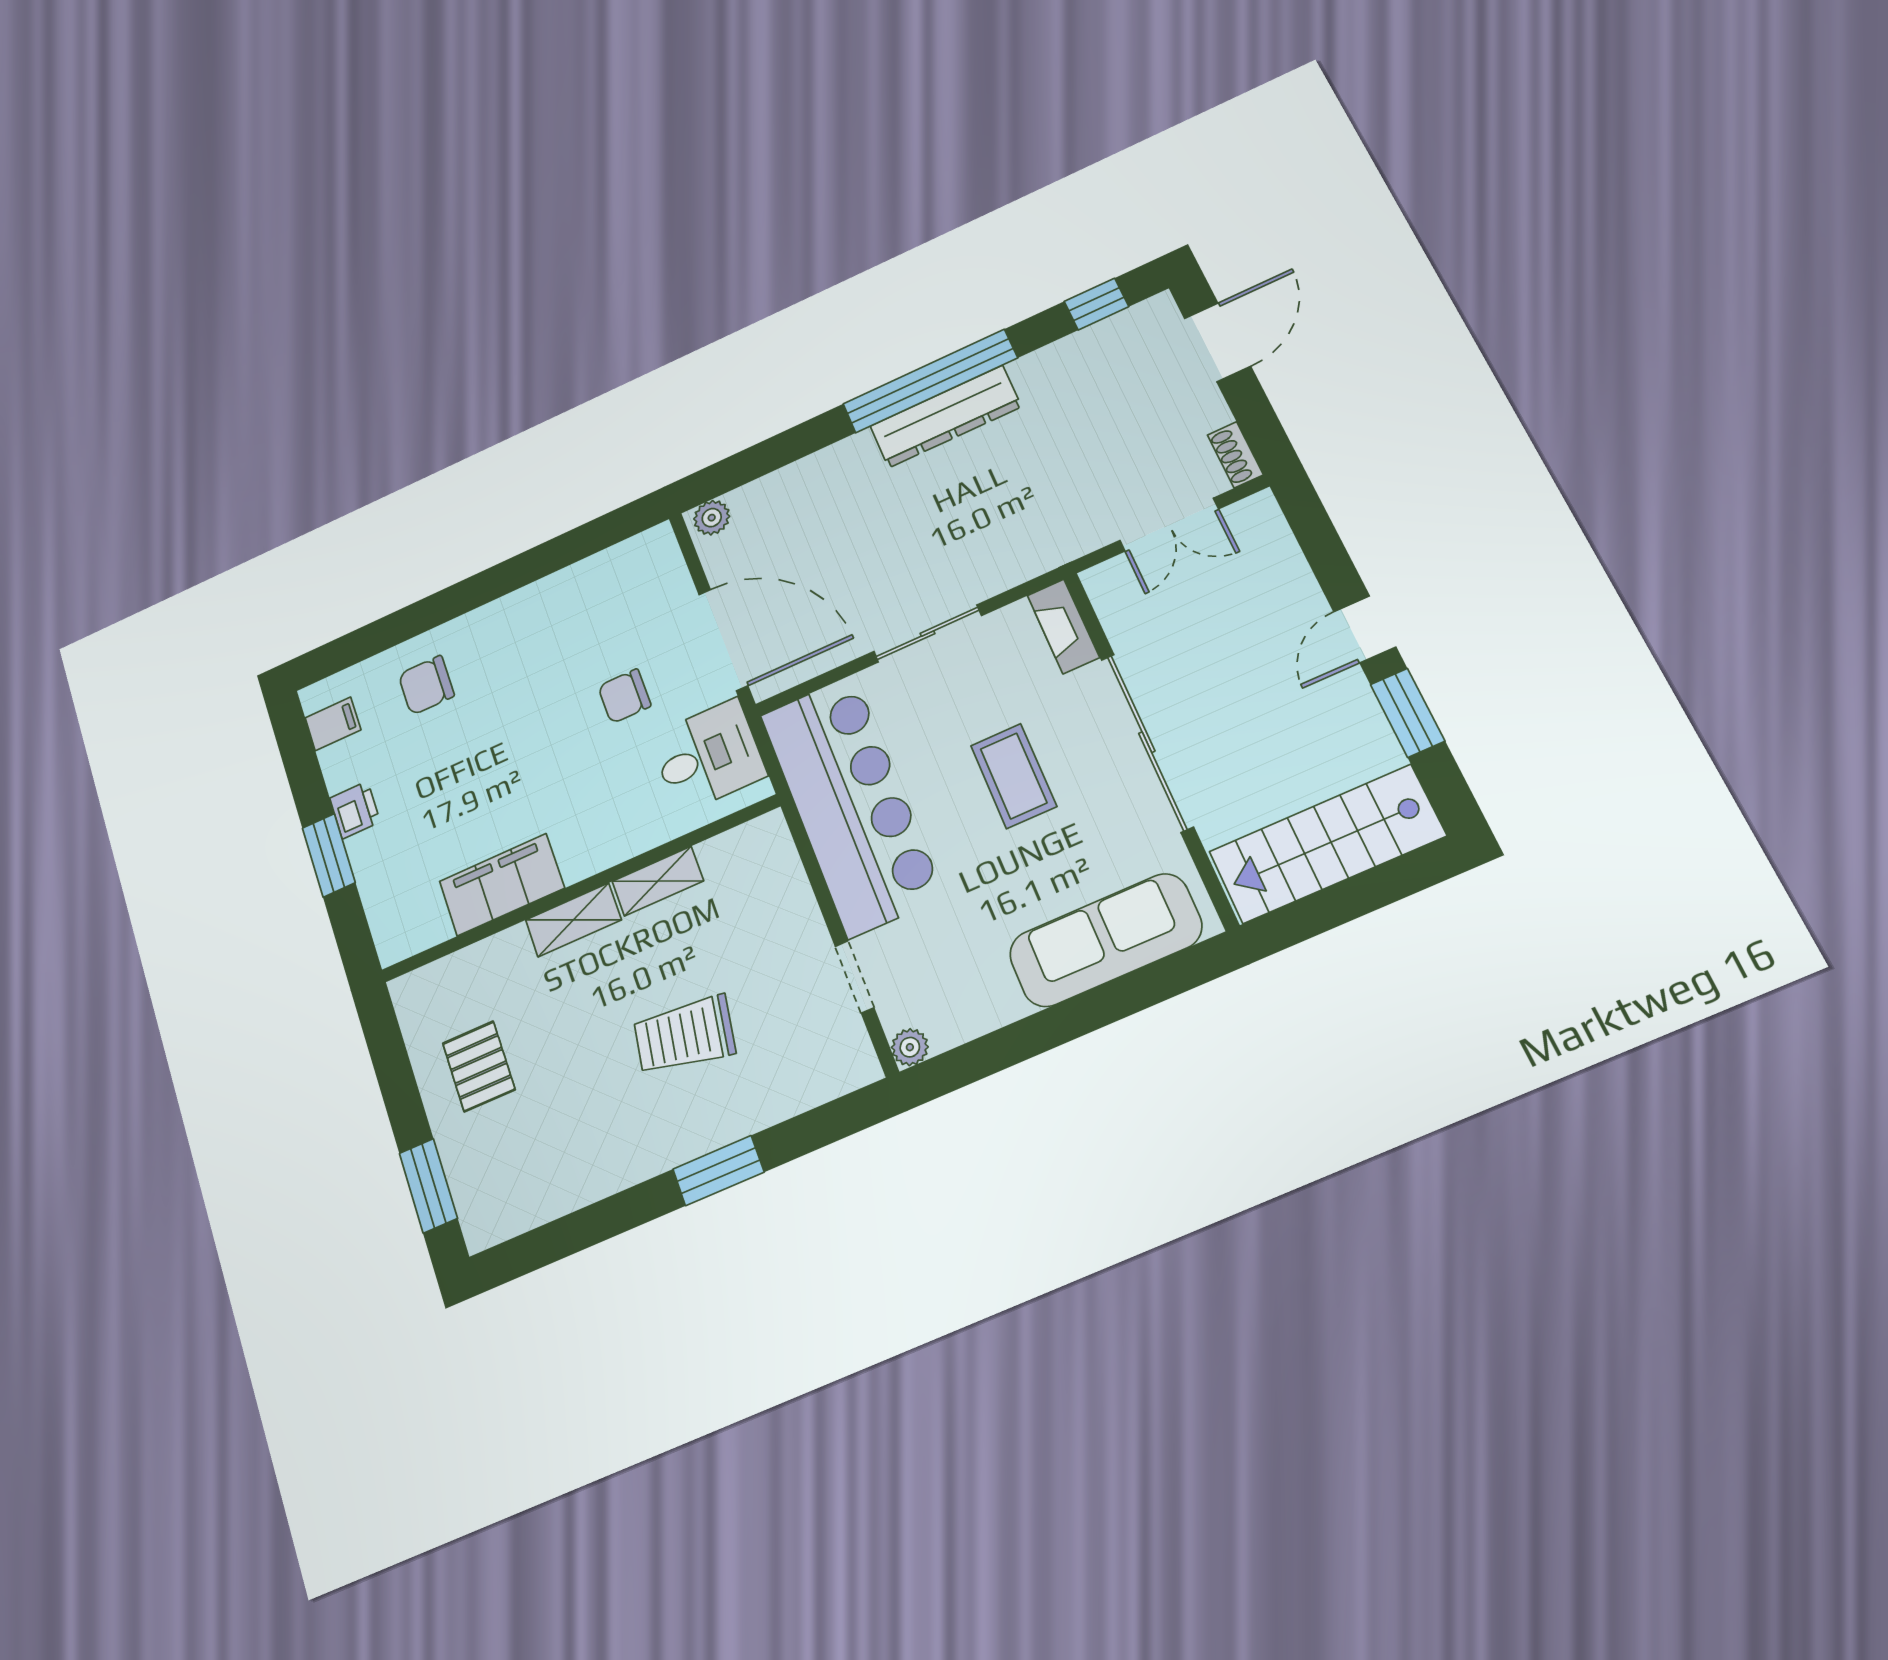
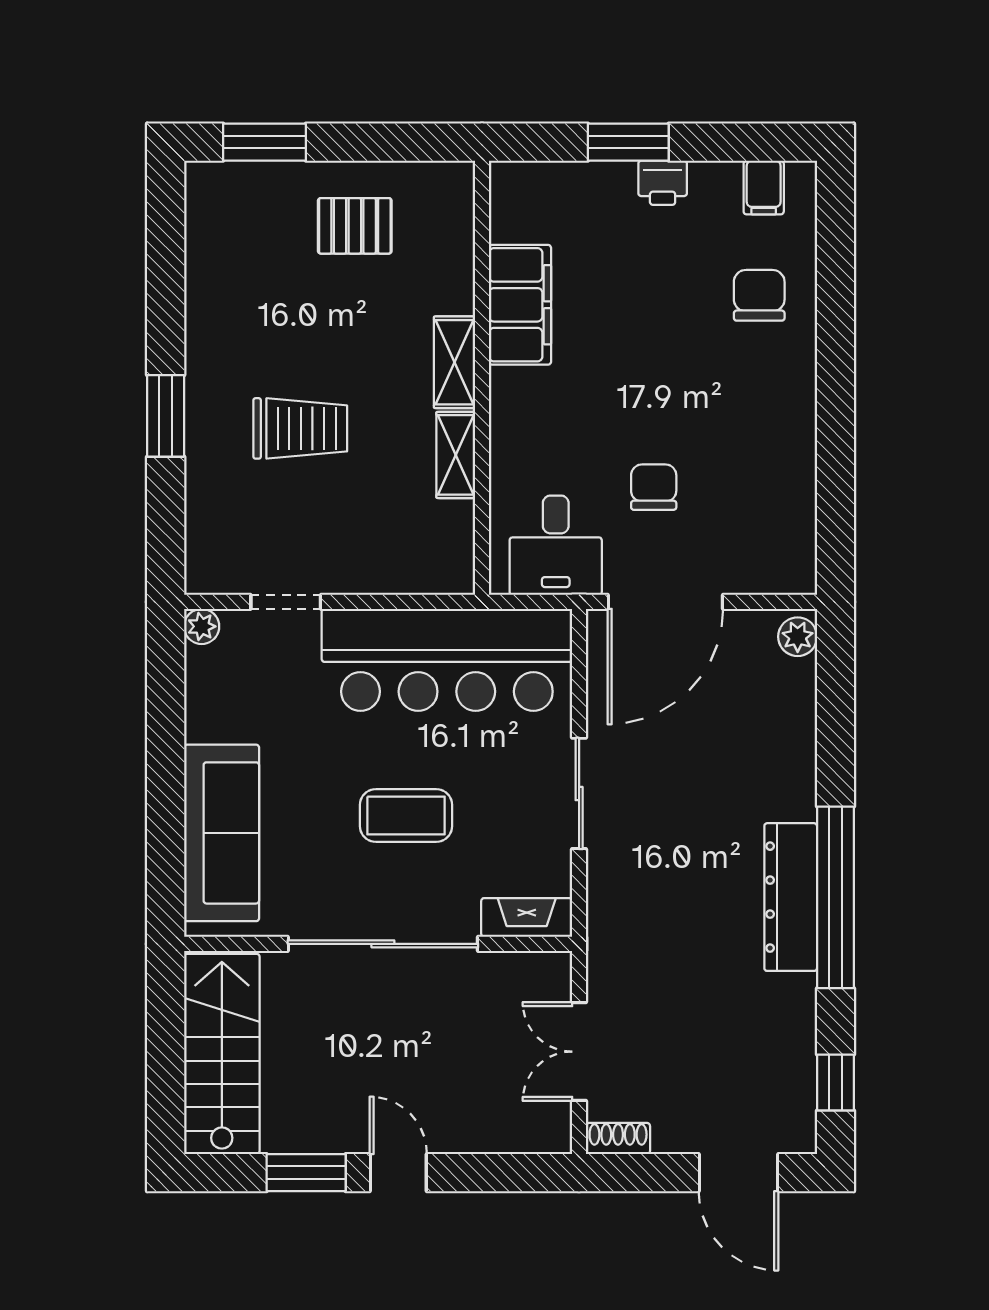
trolley: (684, 1035) -> (300, 428), turned 81

